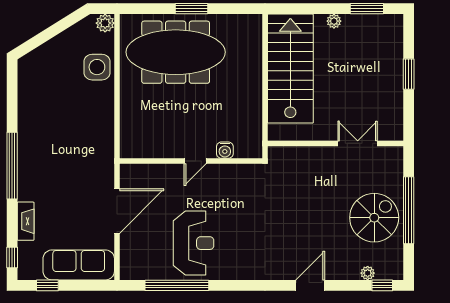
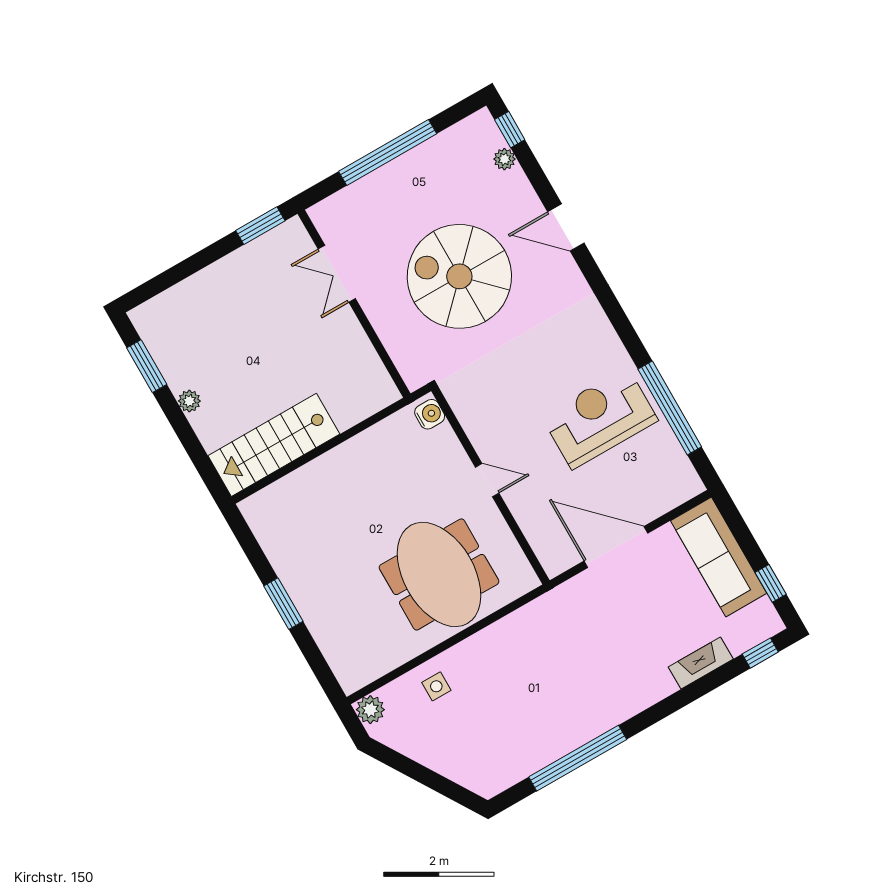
meeting table: (176, 52) -> (439, 574), moved, width x0.73
side table: (97, 67) -> (436, 686), width x0.54, depth x0.54
stairs: (290, 69) -> (274, 445), width x0.73, depth x0.66
window: (409, 74) -> (260, 226), moved
water cooler: (225, 150) -> (430, 414), moved
window: (12, 166) -> (578, 758), moved
spiral stairs: (374, 218) -> (459, 276), moved, width x1.37, depth x1.37

